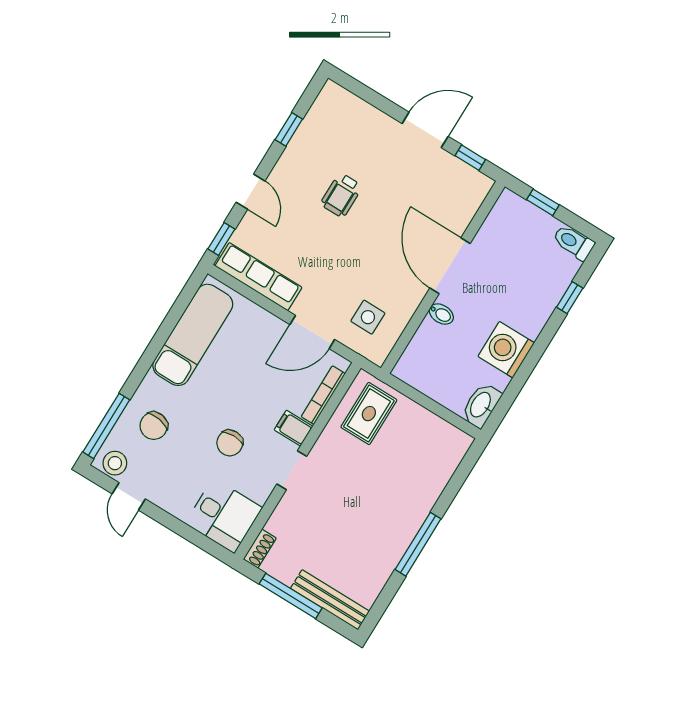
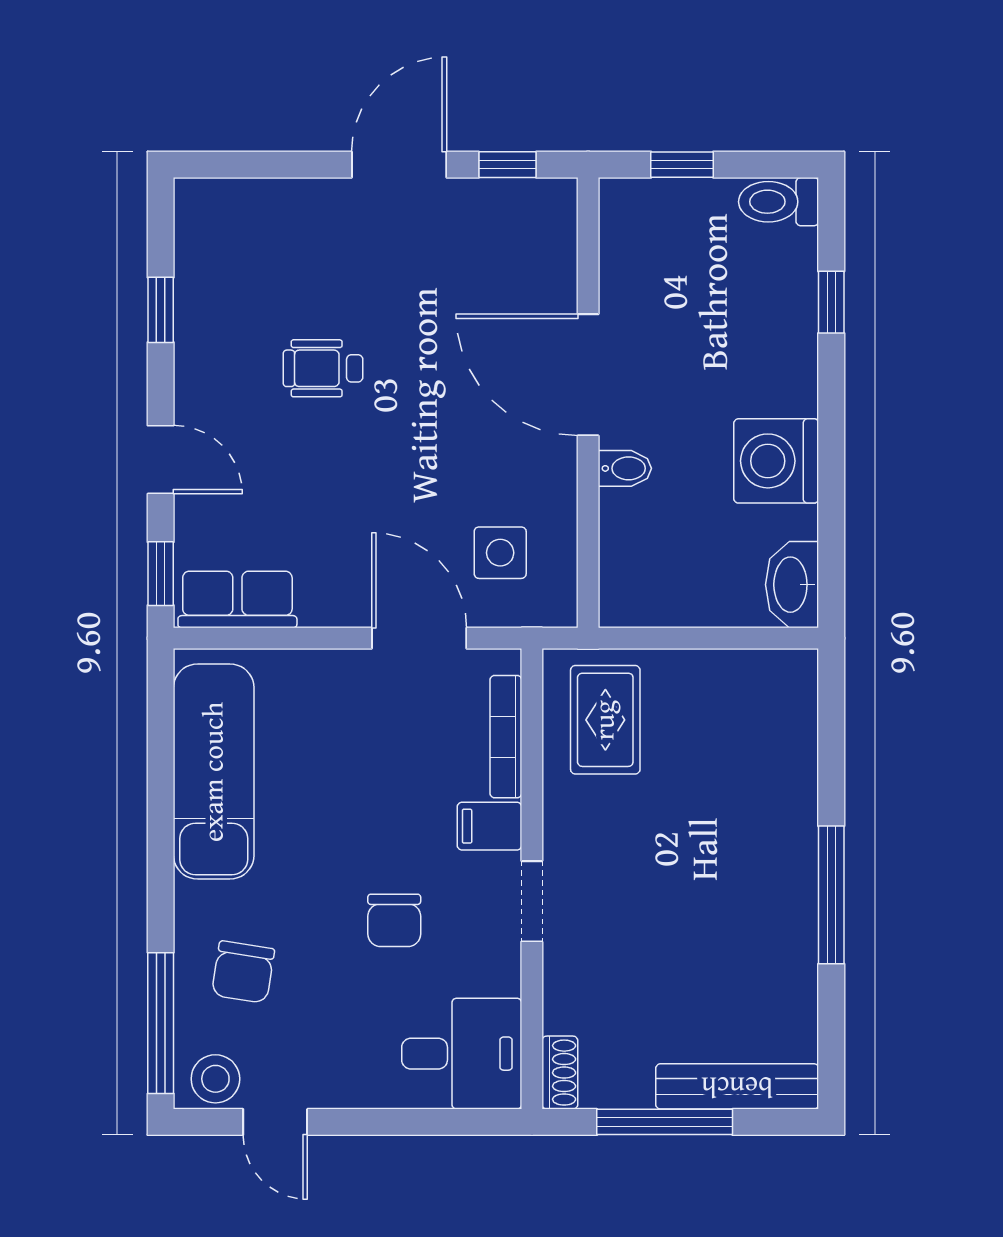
wheelchair: (341, 195) -> (323, 368), turned 90
row of seats: (258, 277) -> (237, 600), width x0.68
door: (312, 332) -> (419, 638), swing flipped

